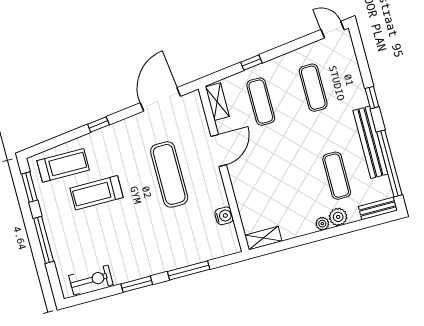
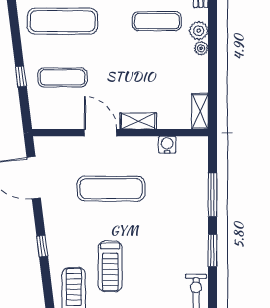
exercise mat: (313, 88) -> (63, 21), width x1.36, depth x1.45
shelving: (217, 102) -> (138, 121), moved

